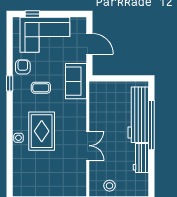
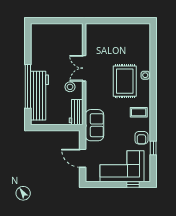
window: (10, 83) -> (153, 148), moved
coffee table: (41, 88) -> (139, 112), moved
workbench: (141, 158) -> (76, 112), moved, turned 180
stool: (110, 186) -> (70, 87), moved

